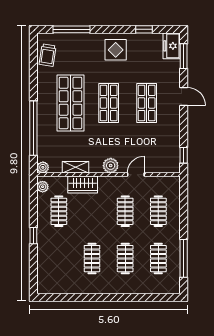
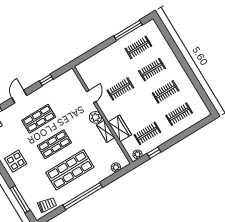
window: (33, 128) -> (83, 196), moved
window: (184, 155) -> (46, 80), moved
plant: (43, 167) -> (116, 167), moved
shelving: (76, 167) -> (106, 131), moved
door: (136, 175) -> (91, 97), swing flipped
clothes rail: (158, 211) -> (179, 114), moved
window: (33, 236) -> (154, 153), moved

